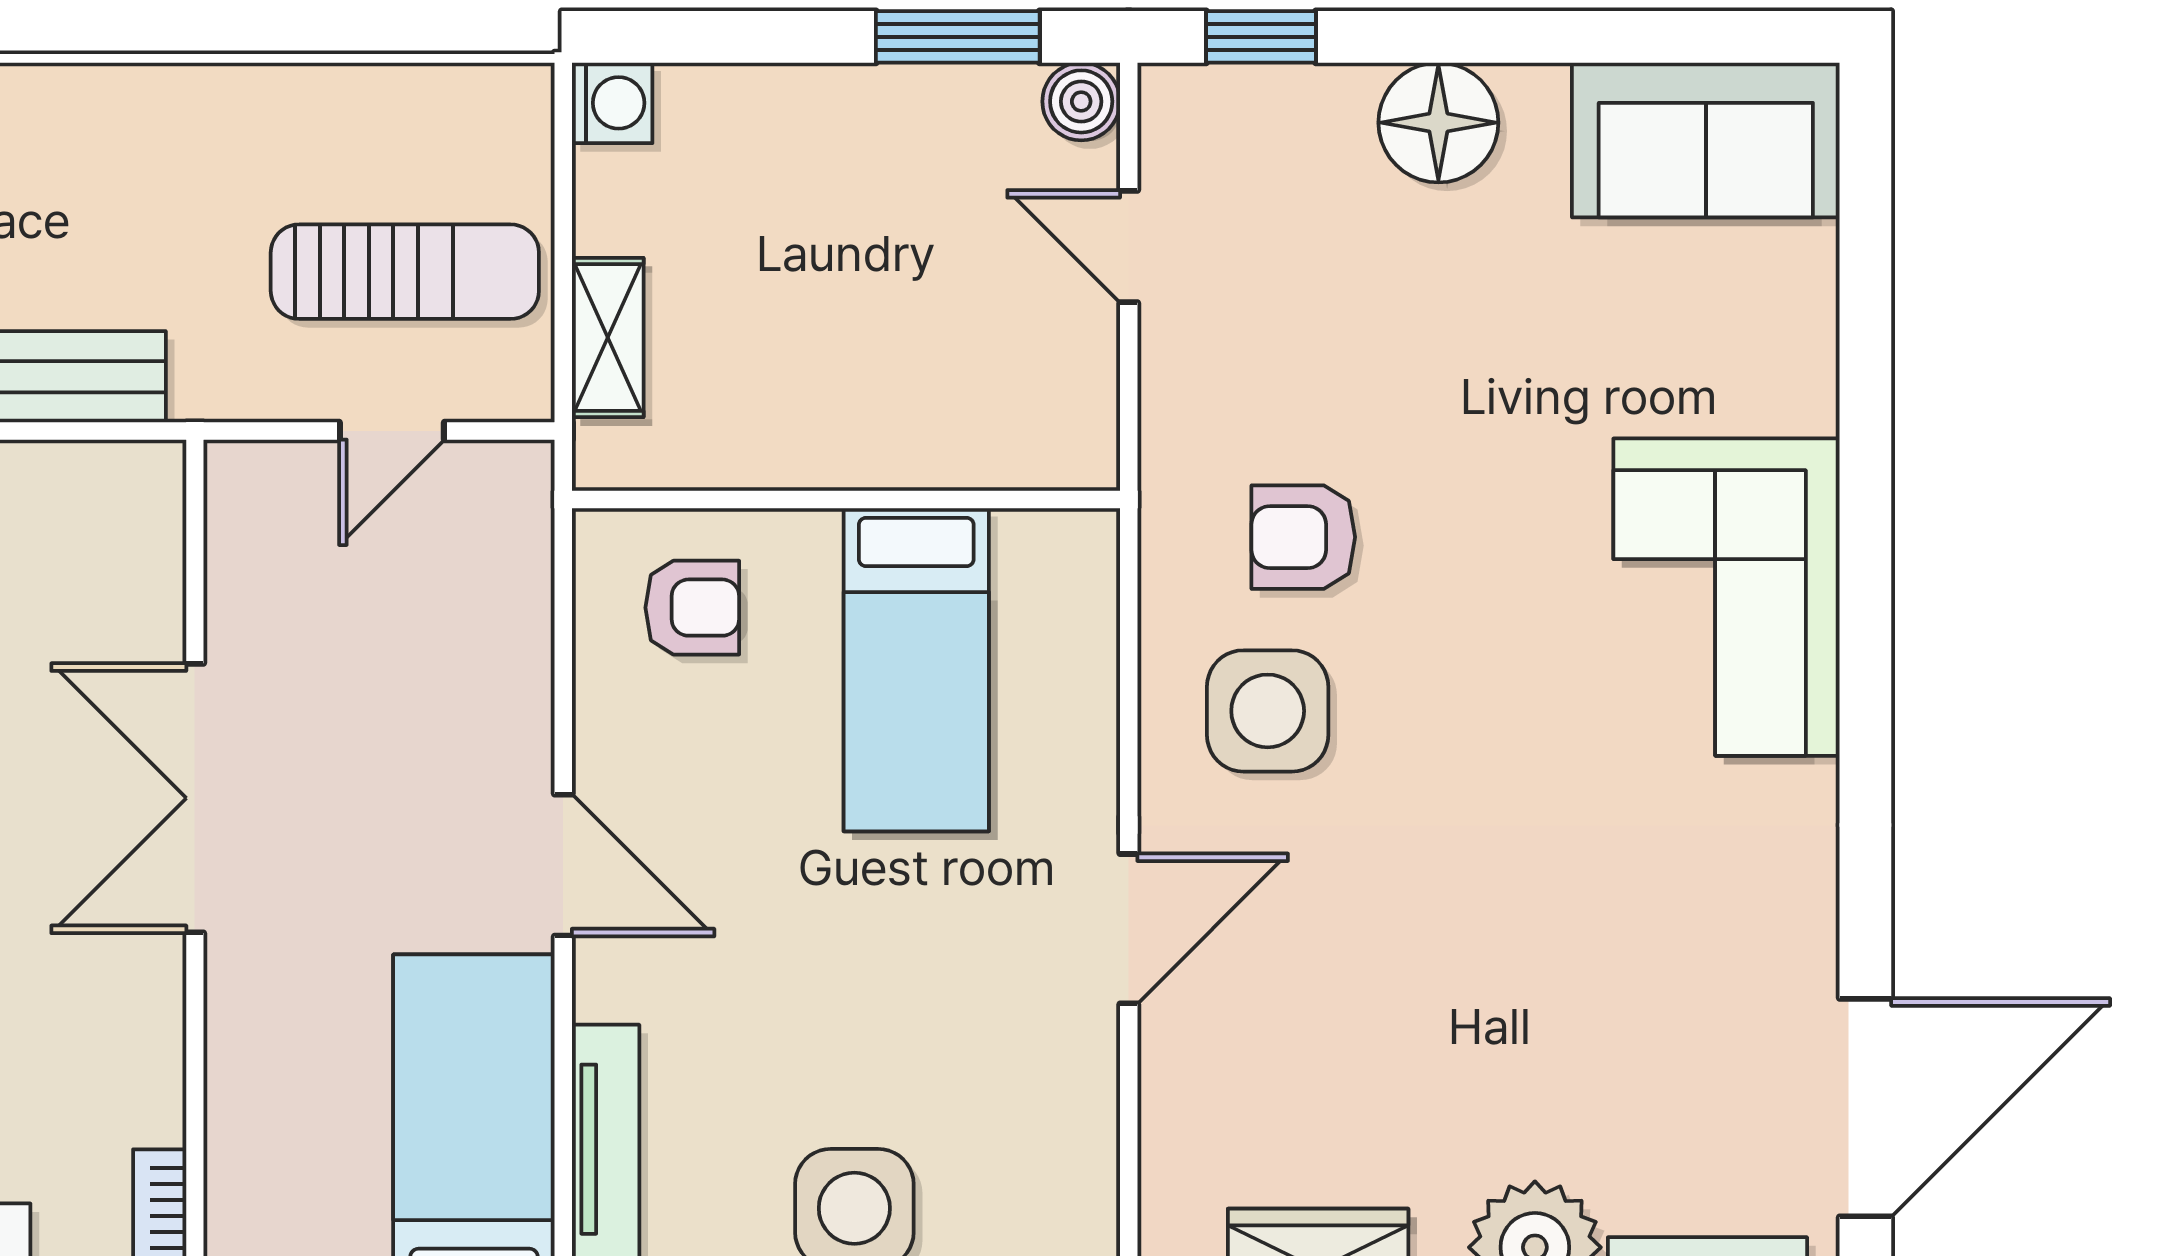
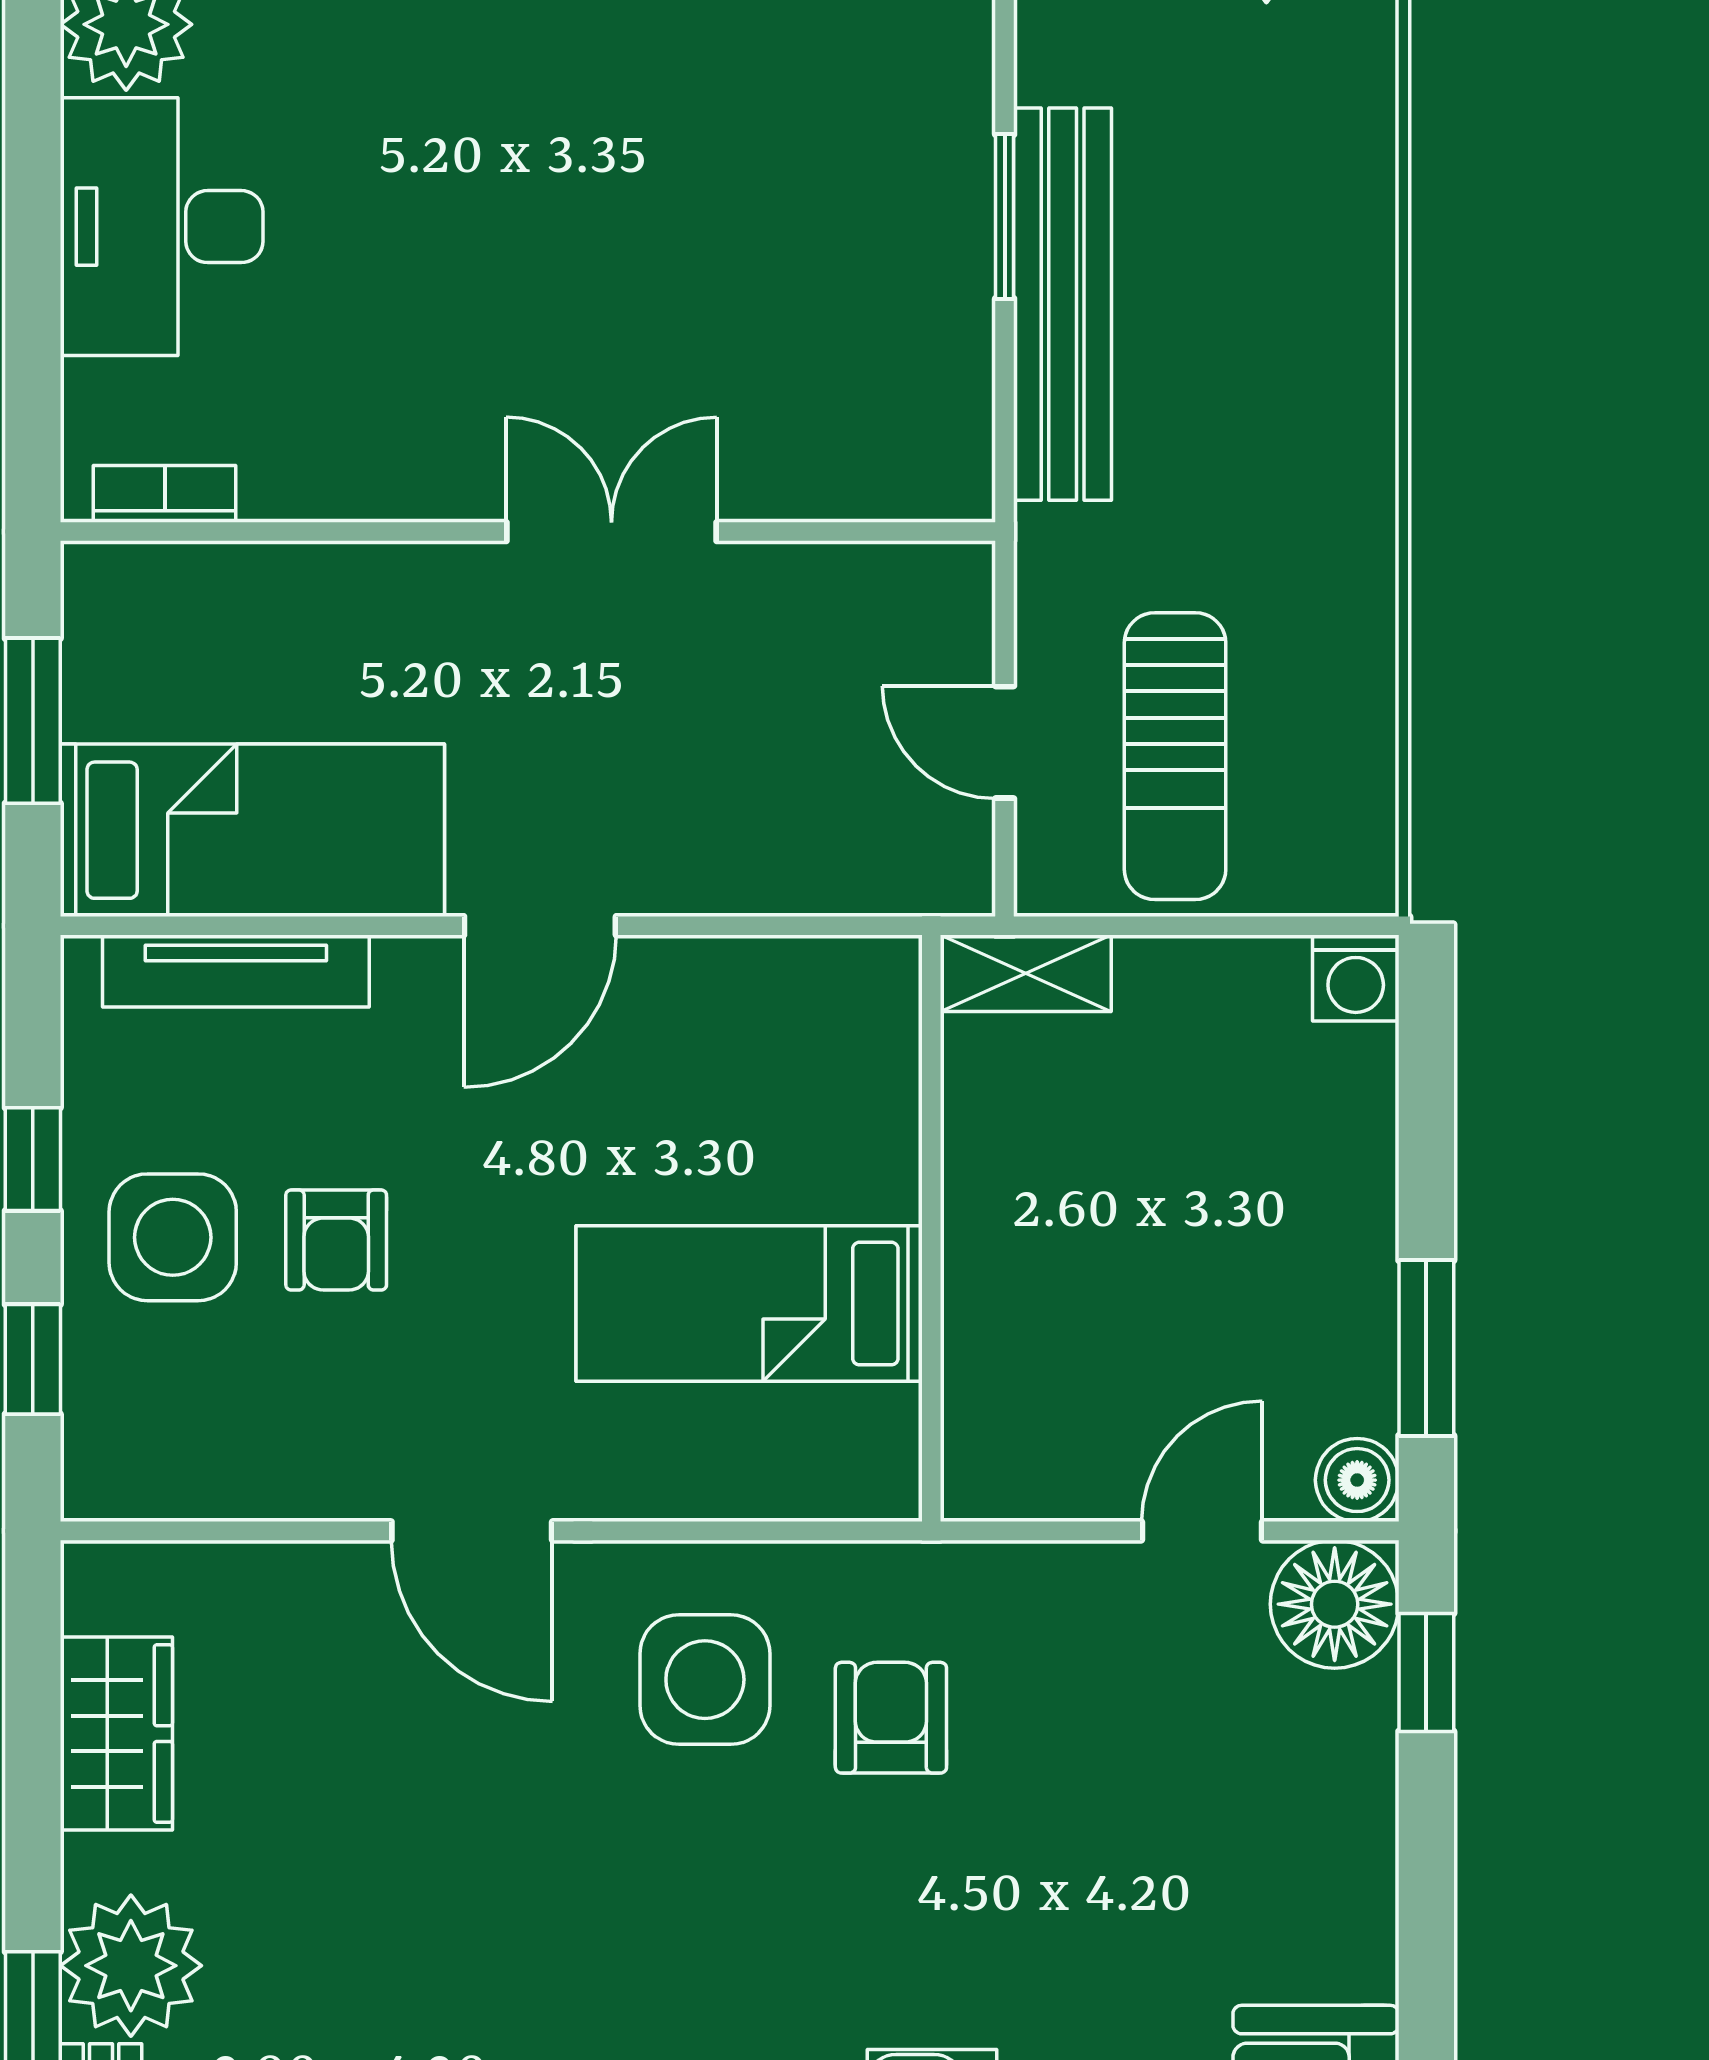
floor lamp: (1438, 123) -> (1335, 1604), moved
shelving: (608, 338) -> (1026, 973), moved
armchair: (692, 608) -> (336, 1240), moved
double door: (195, 798) -> (612, 532), width x0.73

